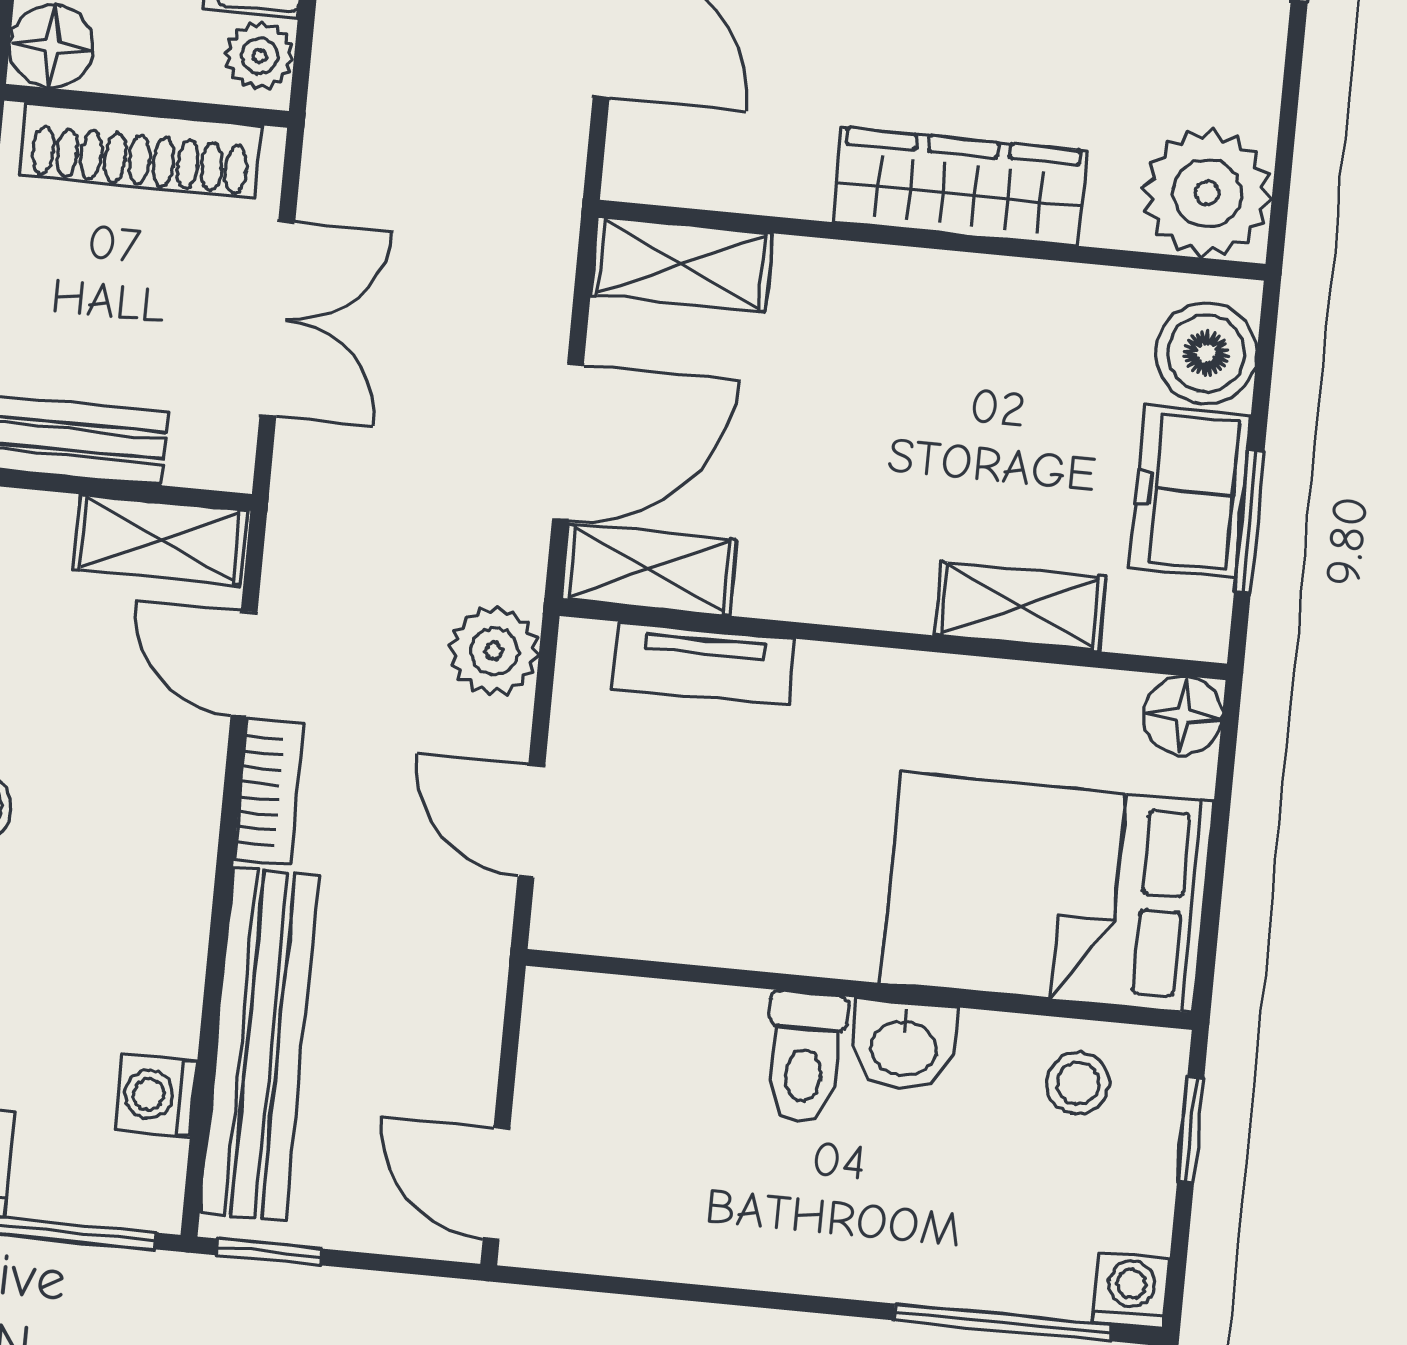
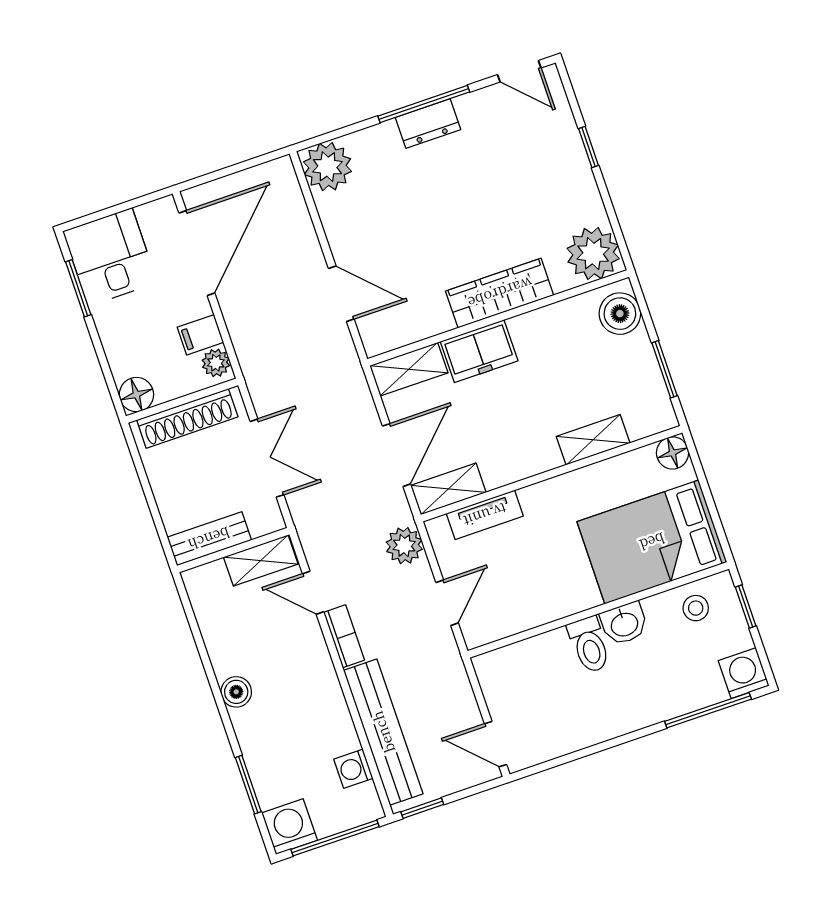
freezer: (1190, 492) -> (479, 351), moved, turned -90
door: (531, 821) -> (447, 603), swing flipped
washing machine: (1131, 1291) -> (744, 673), width x1.38, depth x1.38

